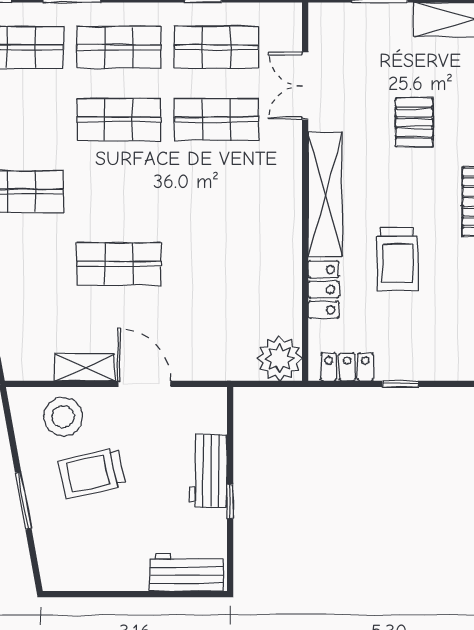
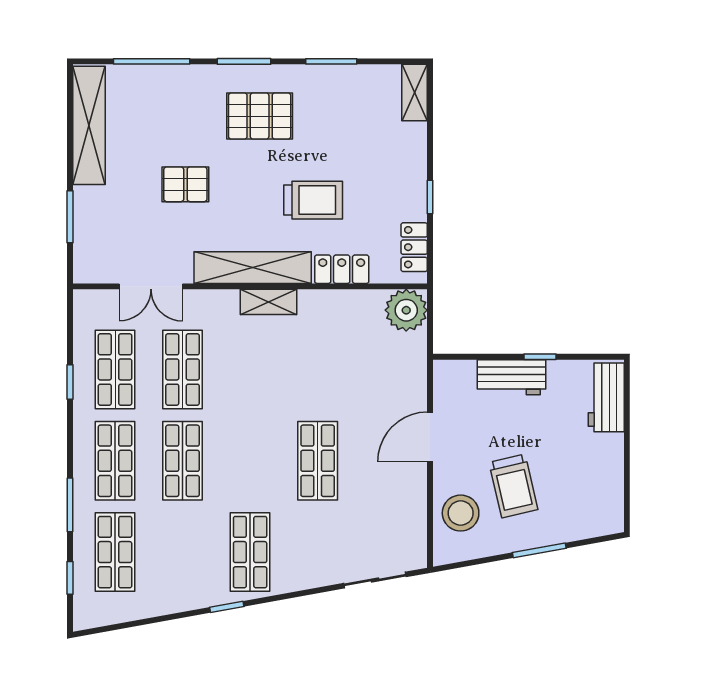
shelving: (85, 367) -> (269, 302), moved, turned 90

